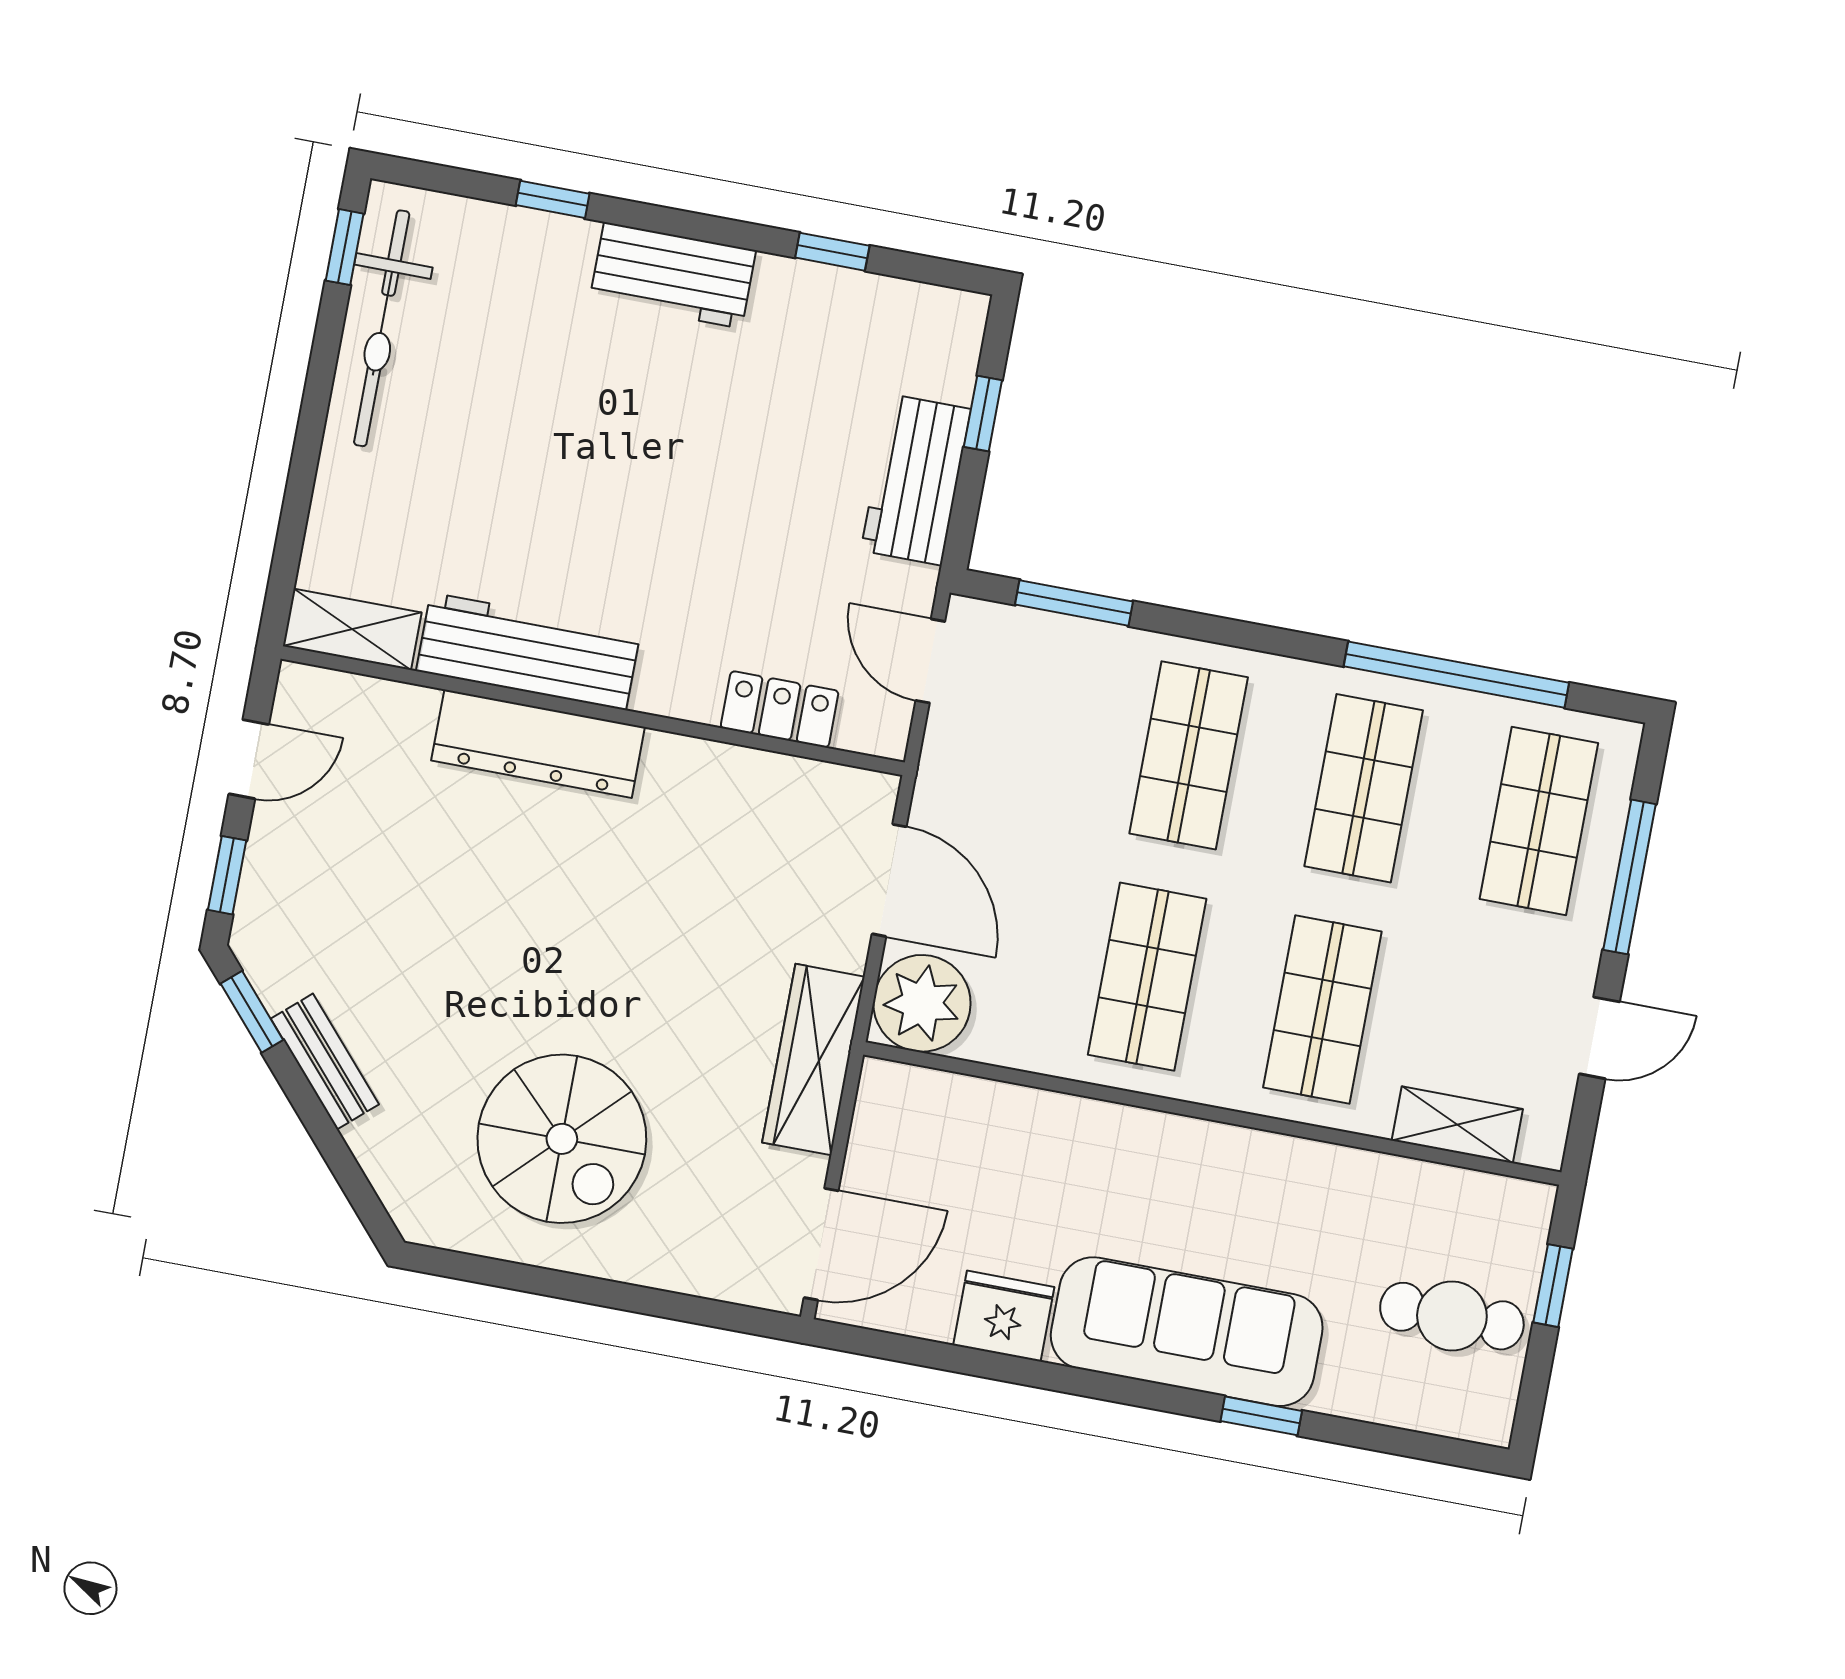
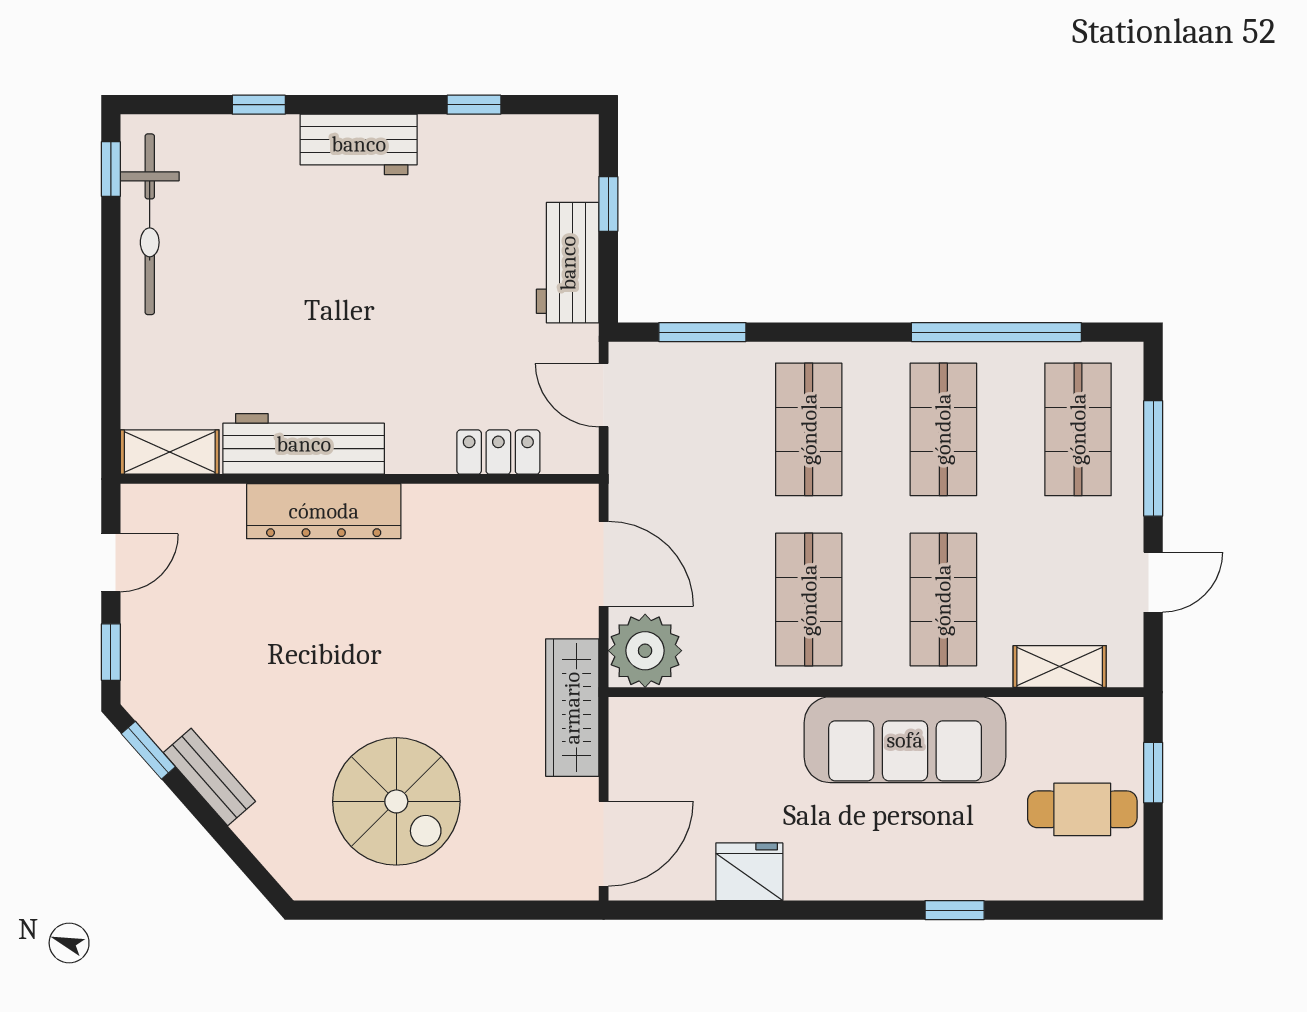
sofa: (1187, 1332) -> (905, 740), moved, turned 180

